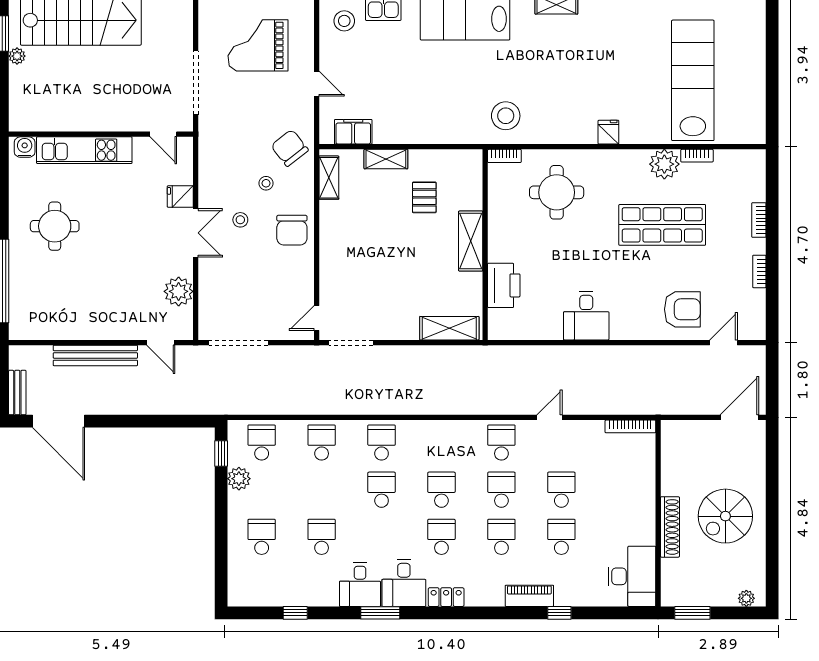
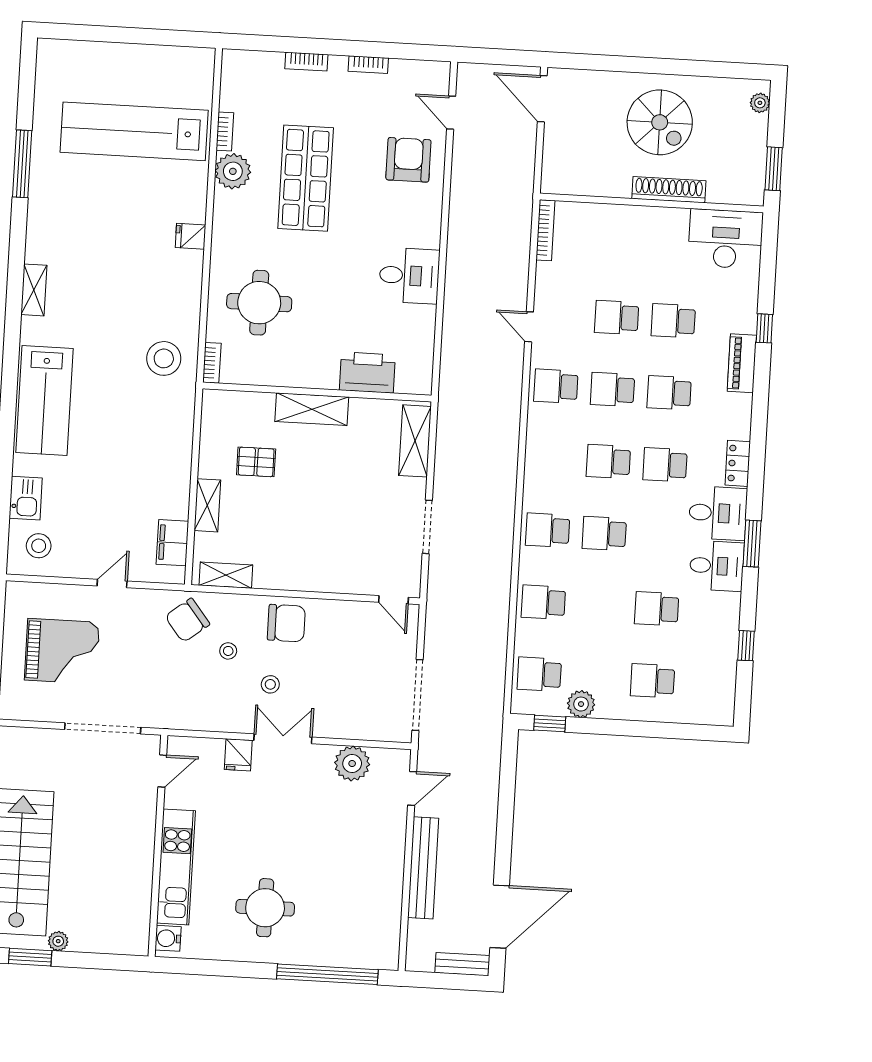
grand piano: (258, 45) -> (62, 651), turned -90
doorway: (351, 343) -> (427, 527), moved

